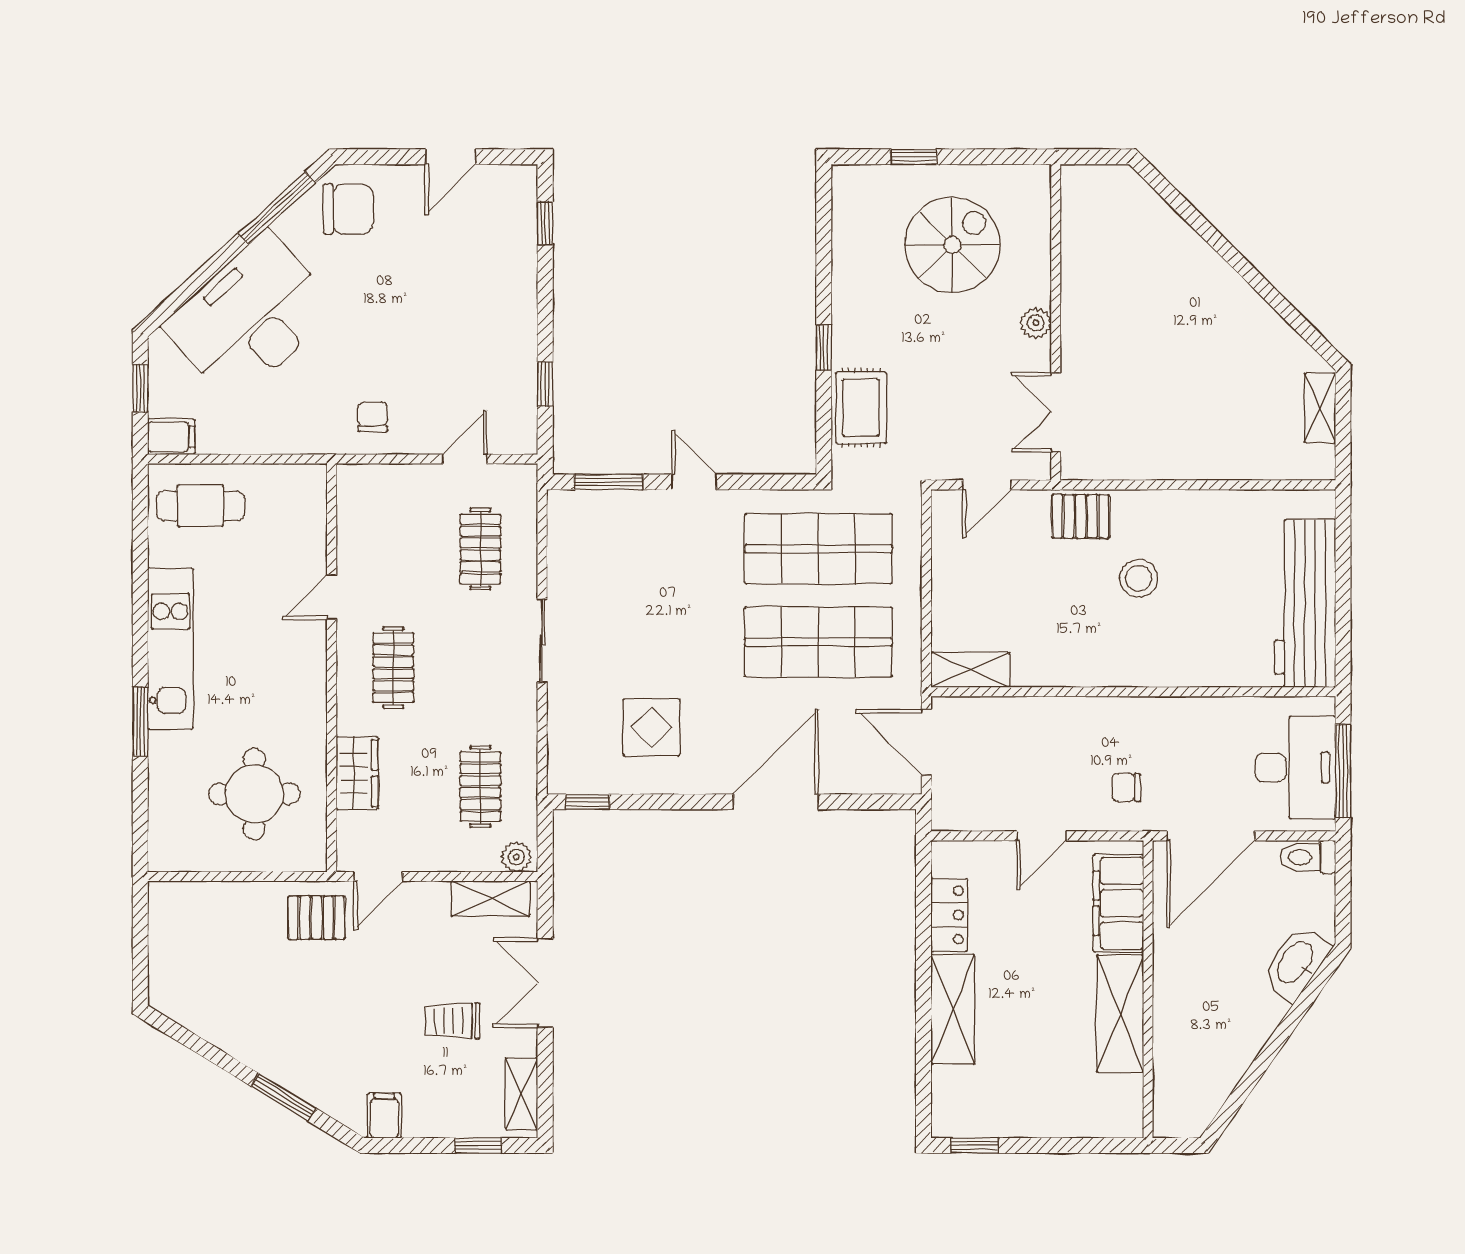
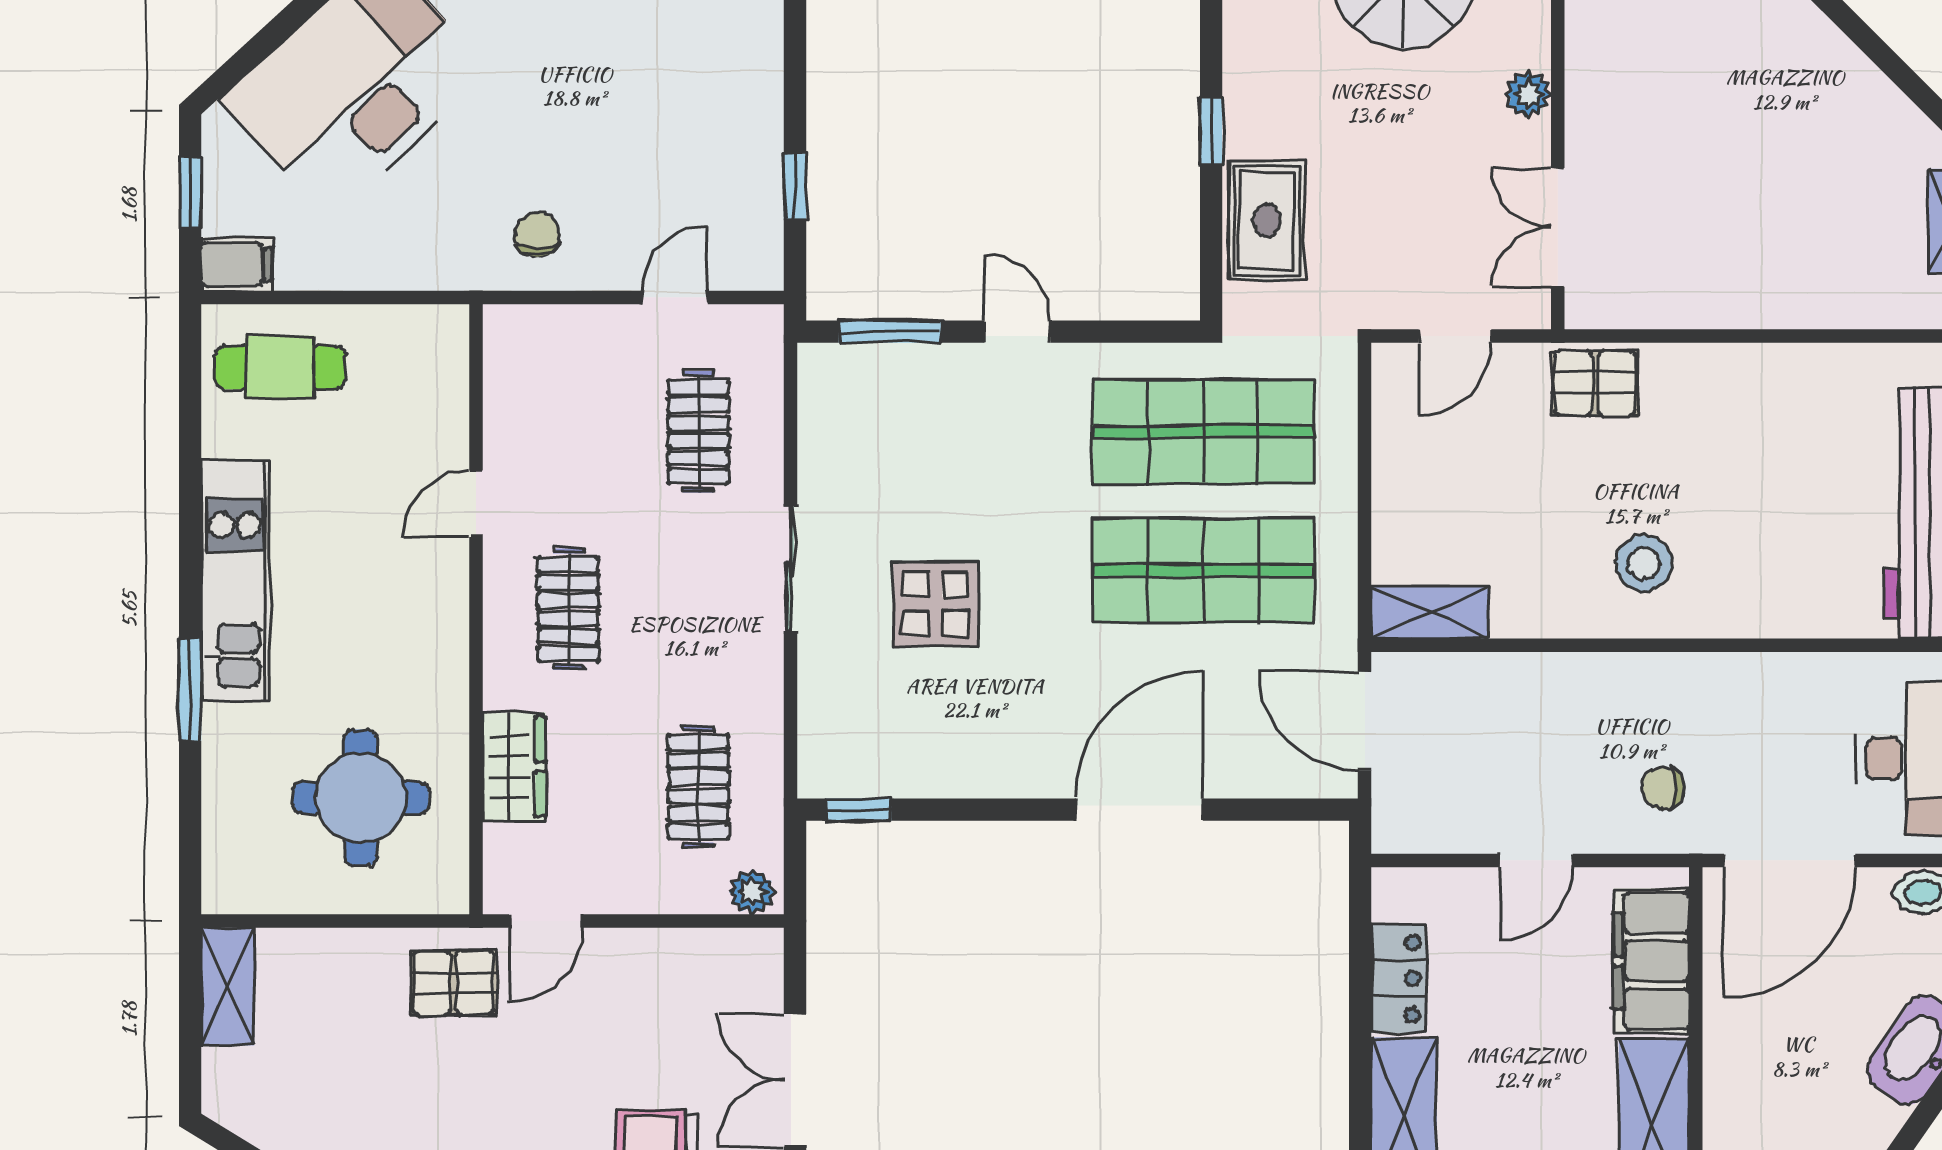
stool: (1139, 578) -> (1644, 563), moved
display table: (651, 727) -> (935, 604), moved
shelving: (490, 899) -> (228, 987), moved, turned 90

